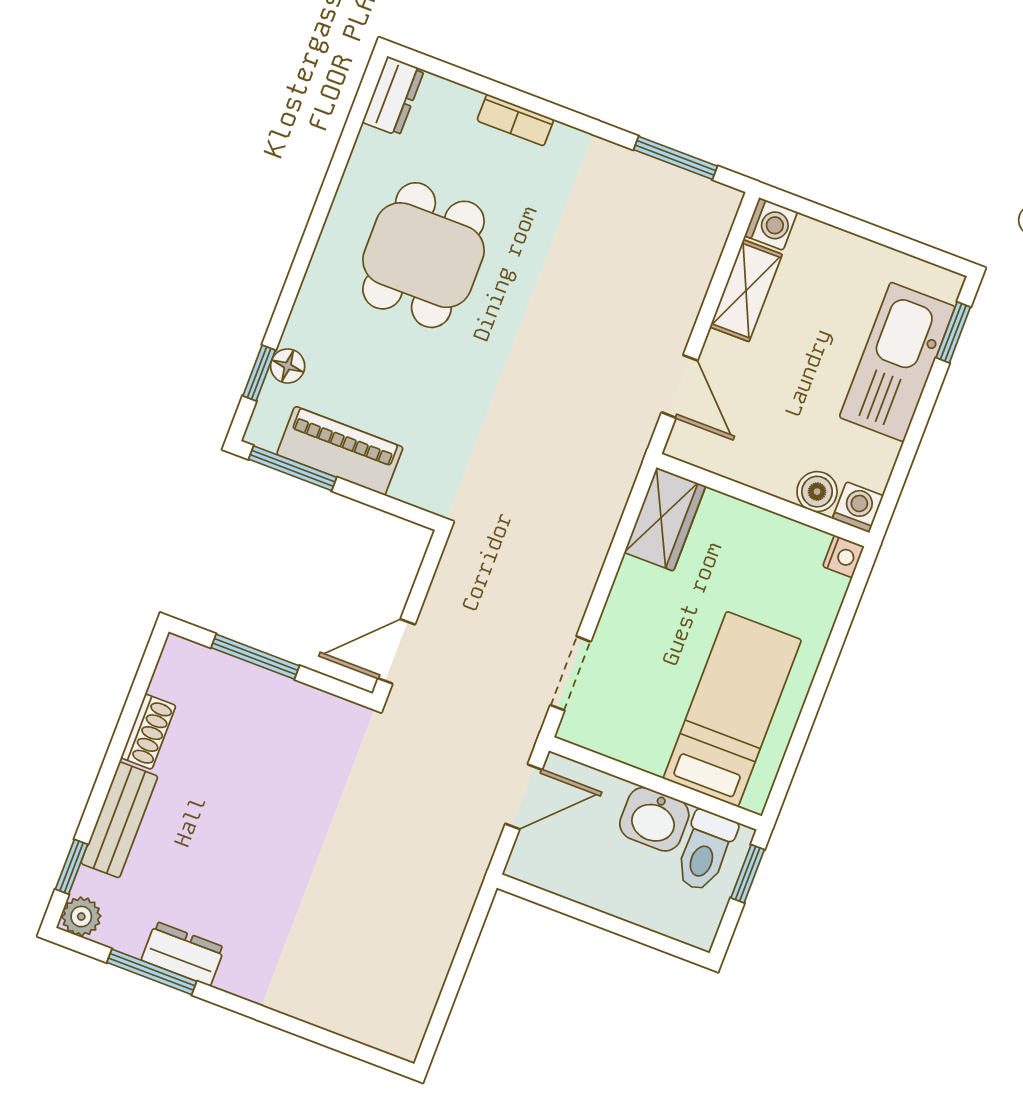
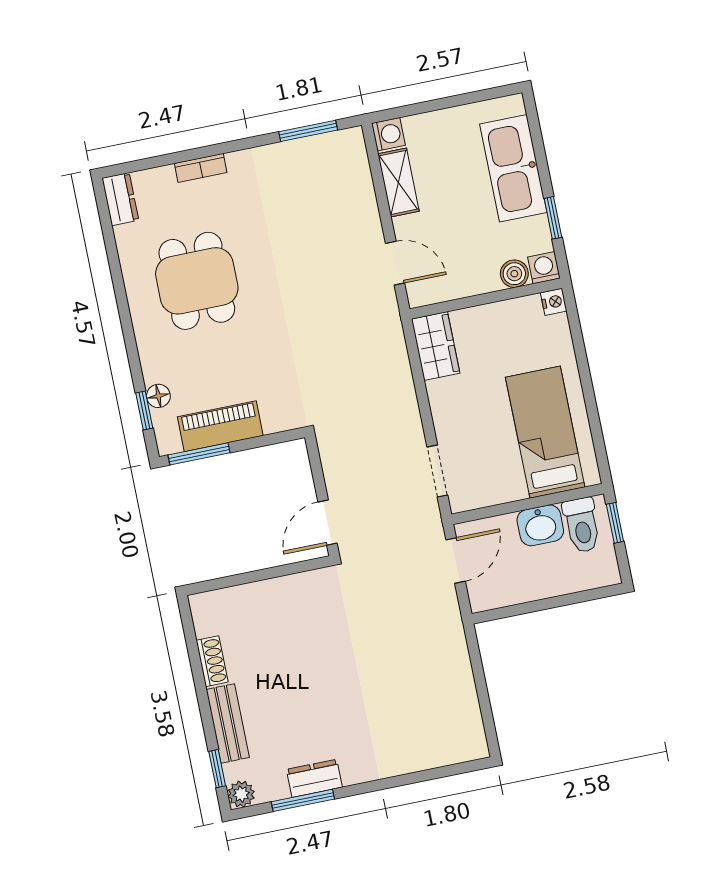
window: (953, 332) -> (553, 218), moved
window: (255, 657) -> (247, 578), removed

